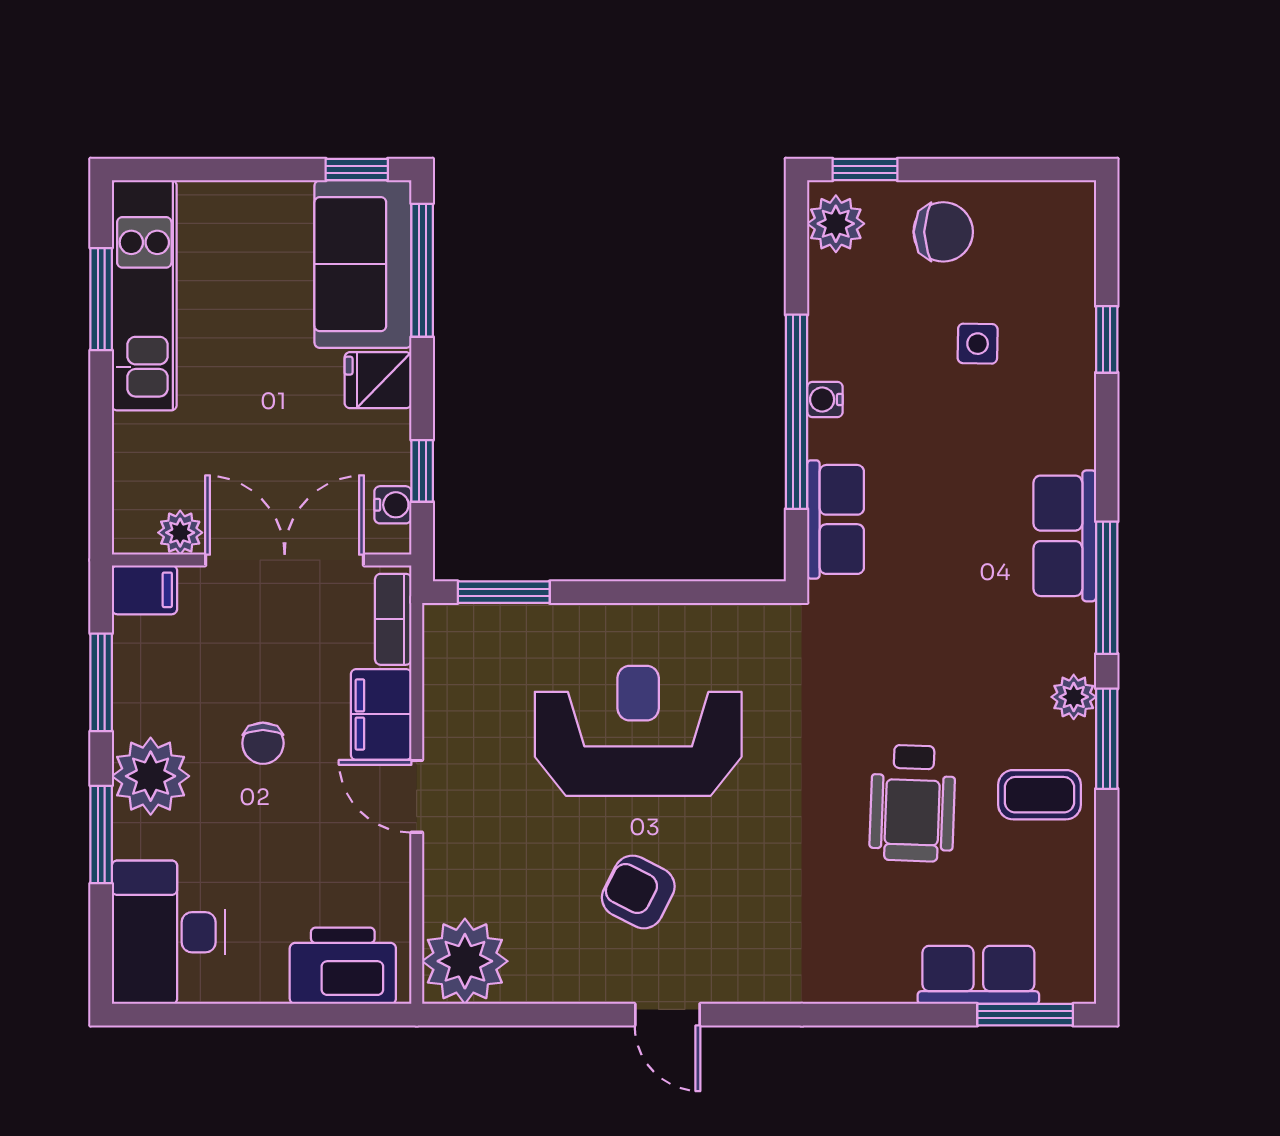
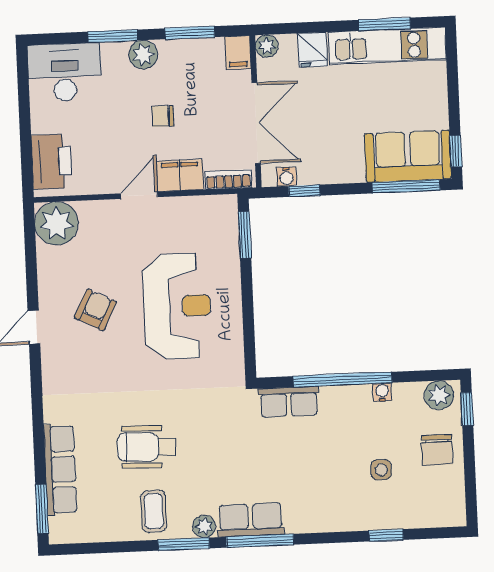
fridge: (378, 380) -> (312, 50), moved, turned 180
water cooler: (825, 399) -> (382, 392), moved
plant: (180, 533) -> (267, 46), moved
row of seats: (1065, 536) -> (251, 520), moved
plant: (151, 776) -> (143, 55), width x0.73, depth x0.73
row of seats: (978, 975) -> (60, 469), width x1.48

